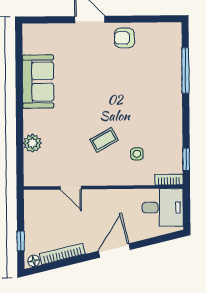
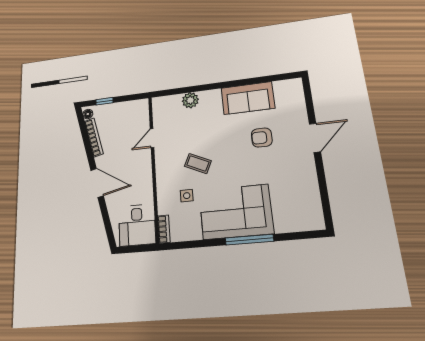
armchair: (124, 38) -> (262, 138), moved, turned -90
window: (185, 70) -> (249, 240), moved
corner sofa: (158, 106) -> (236, 212), added
coffee table: (104, 140) -> (198, 163), turned -36
window: (186, 159) -> (184, 245), removed

